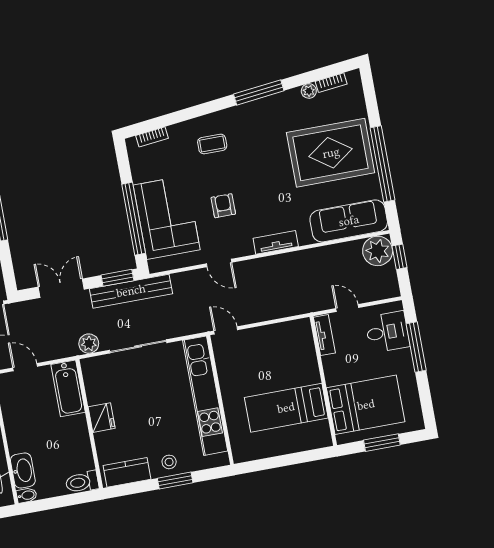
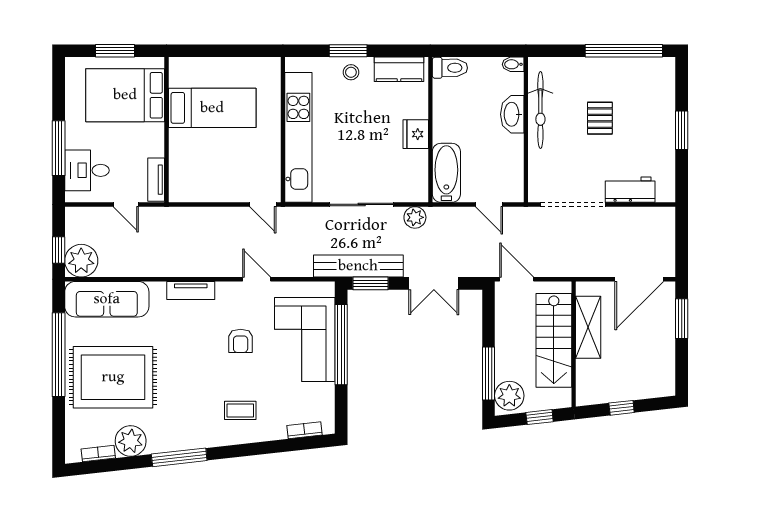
plant: (309, 91) -> (131, 441), width x1.88, depth x1.88
washbasin: (23, 470) -> (512, 114), moved

